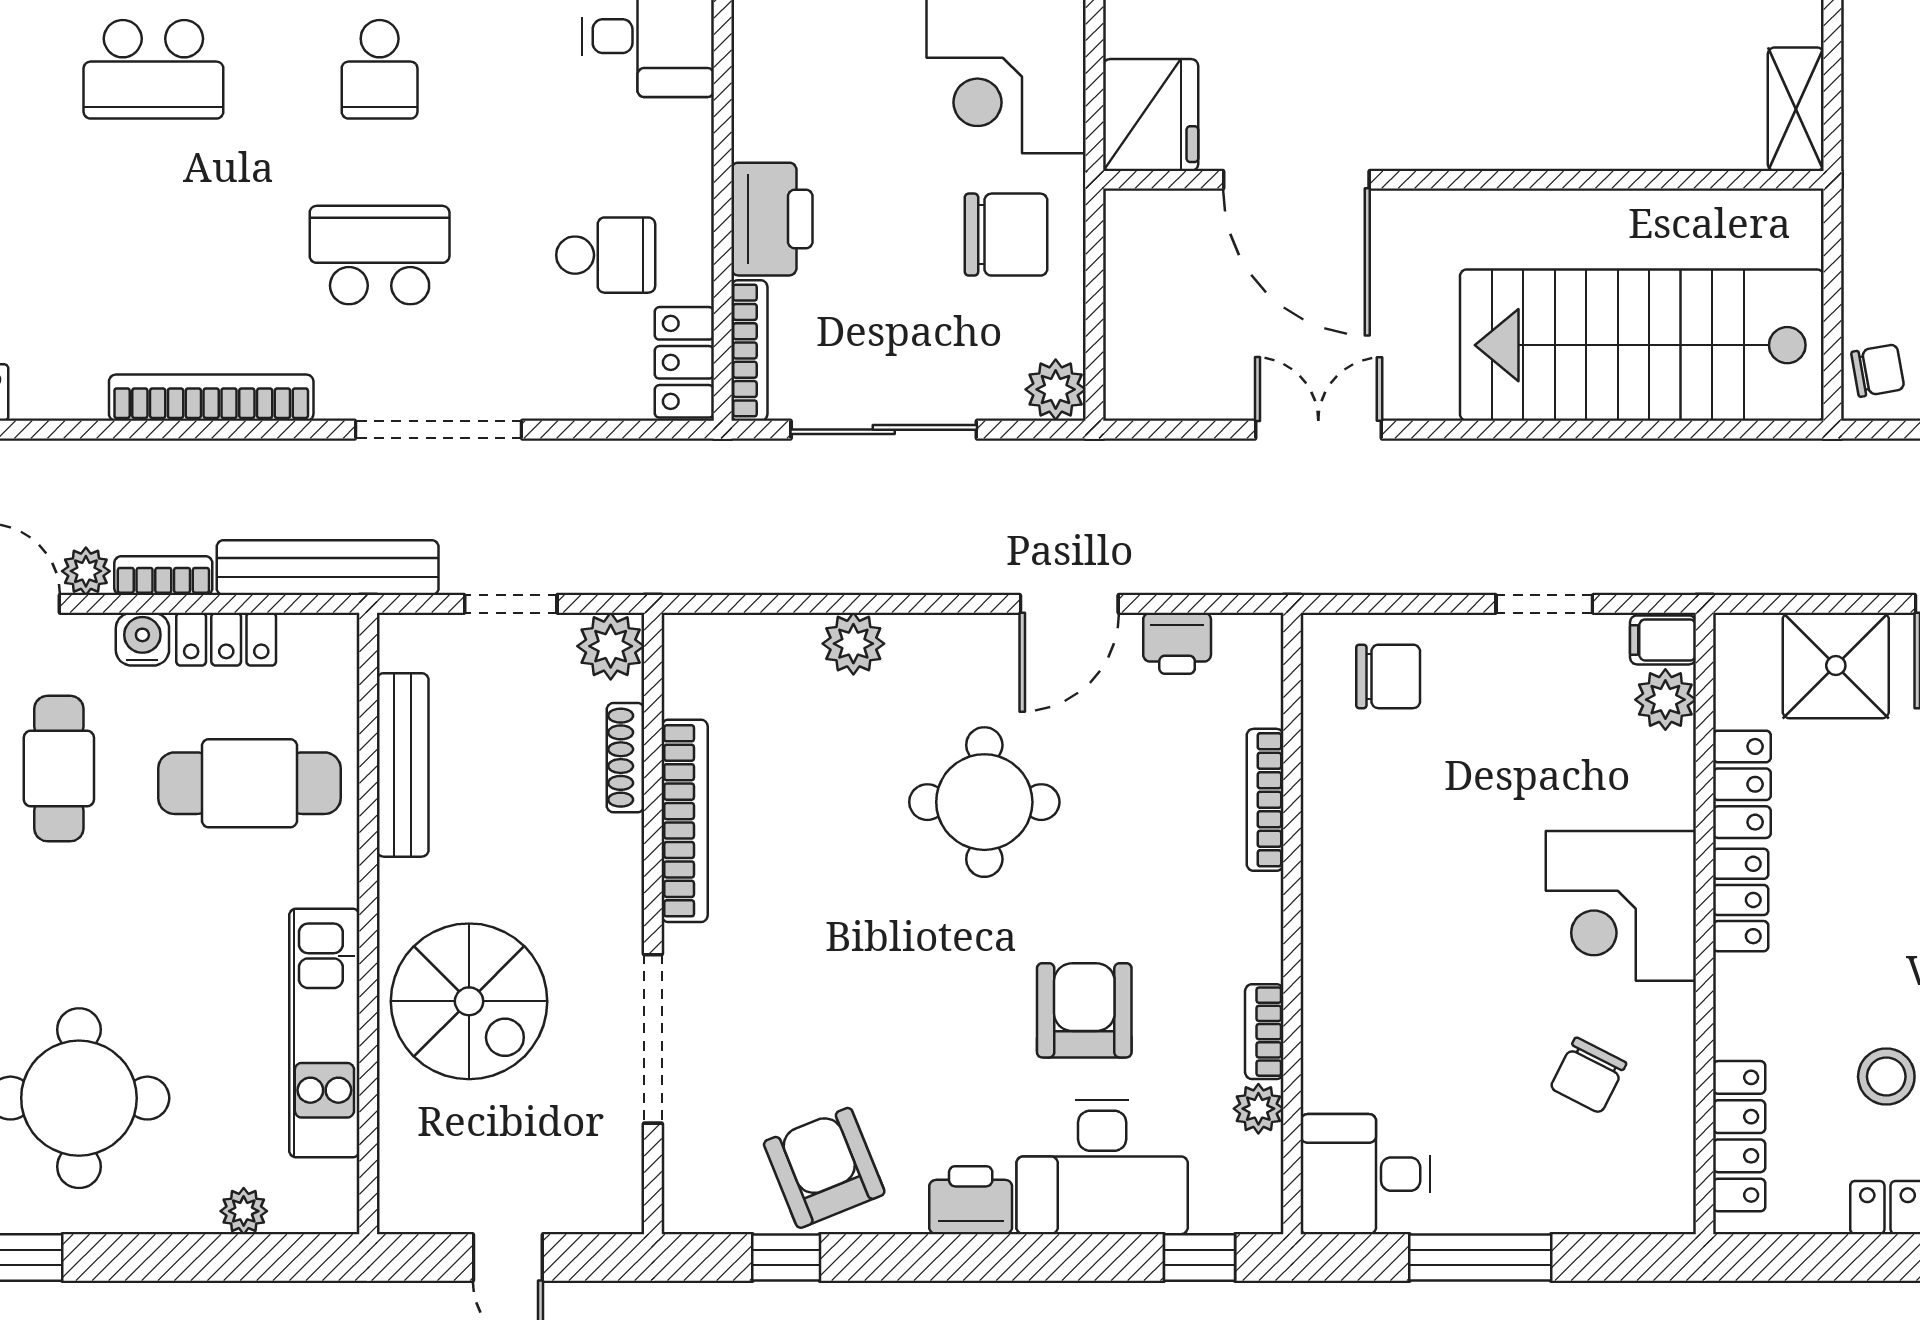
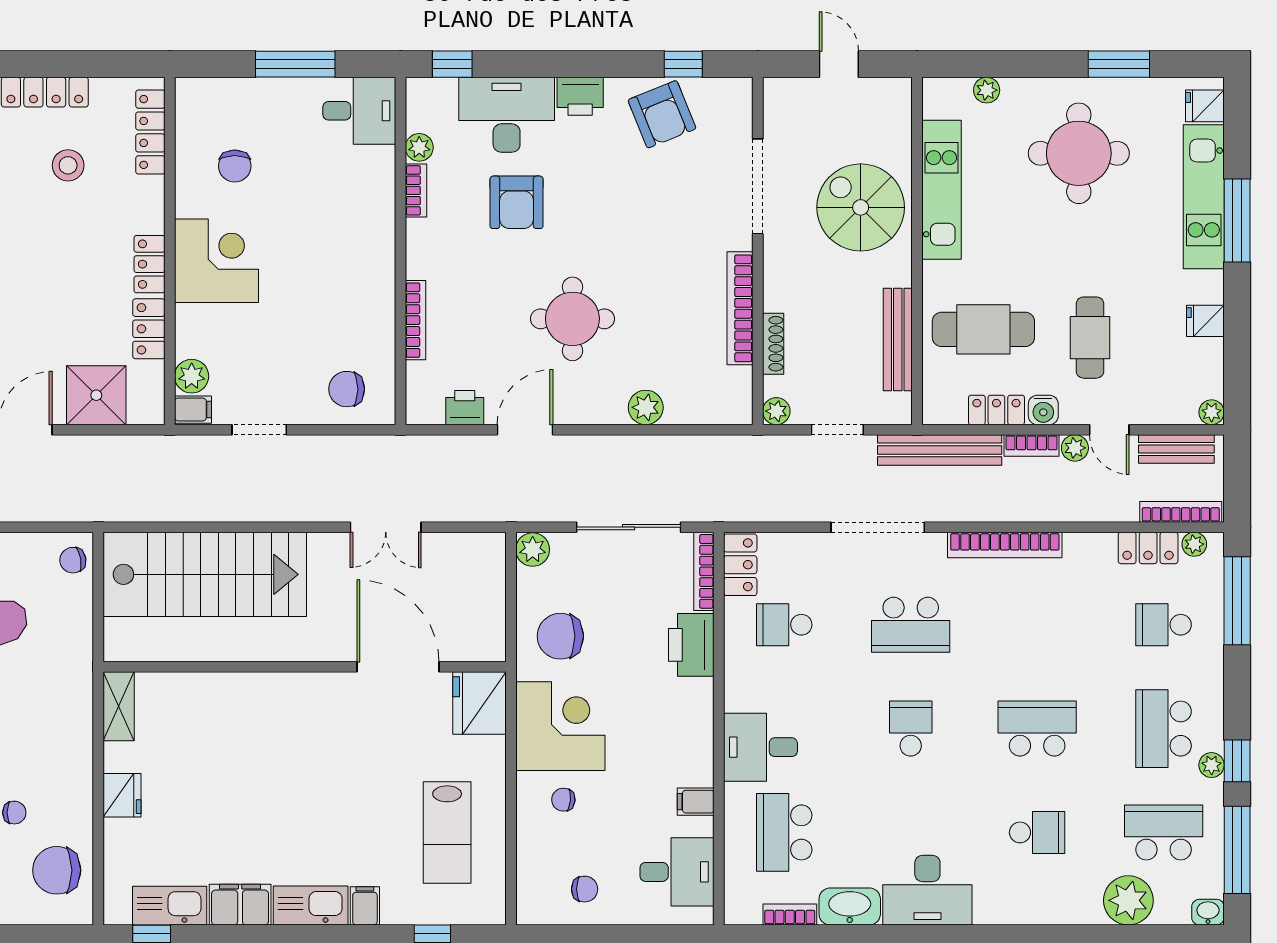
plant: (611, 646) -> (776, 411), width x0.73, depth x0.73
chair: (1588, 1075) -> (235, 166), turned 153

